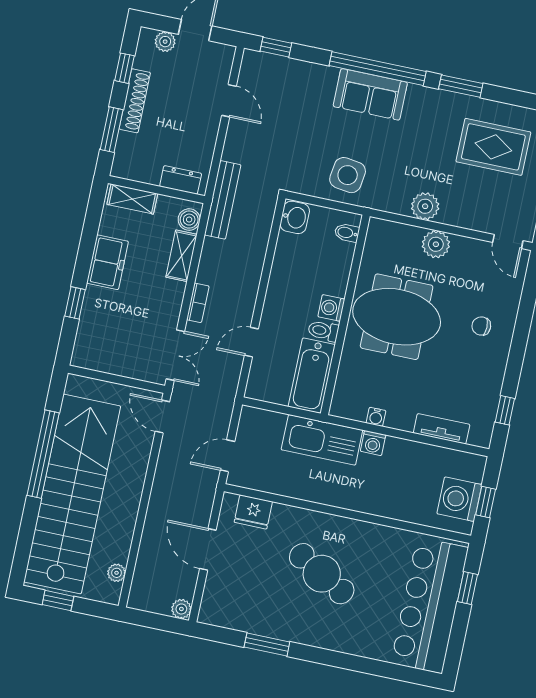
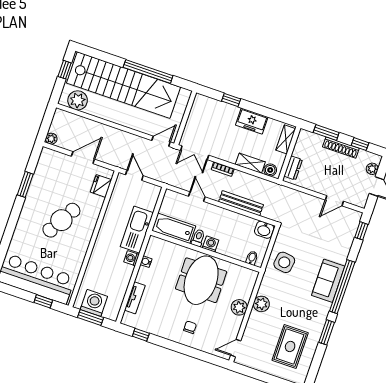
bench: (223, 200) -> (241, 203), moved
window: (486, 502) -> (90, 318), width x1.50
plant: (117, 573) -> (78, 100), width x1.87, depth x1.87

